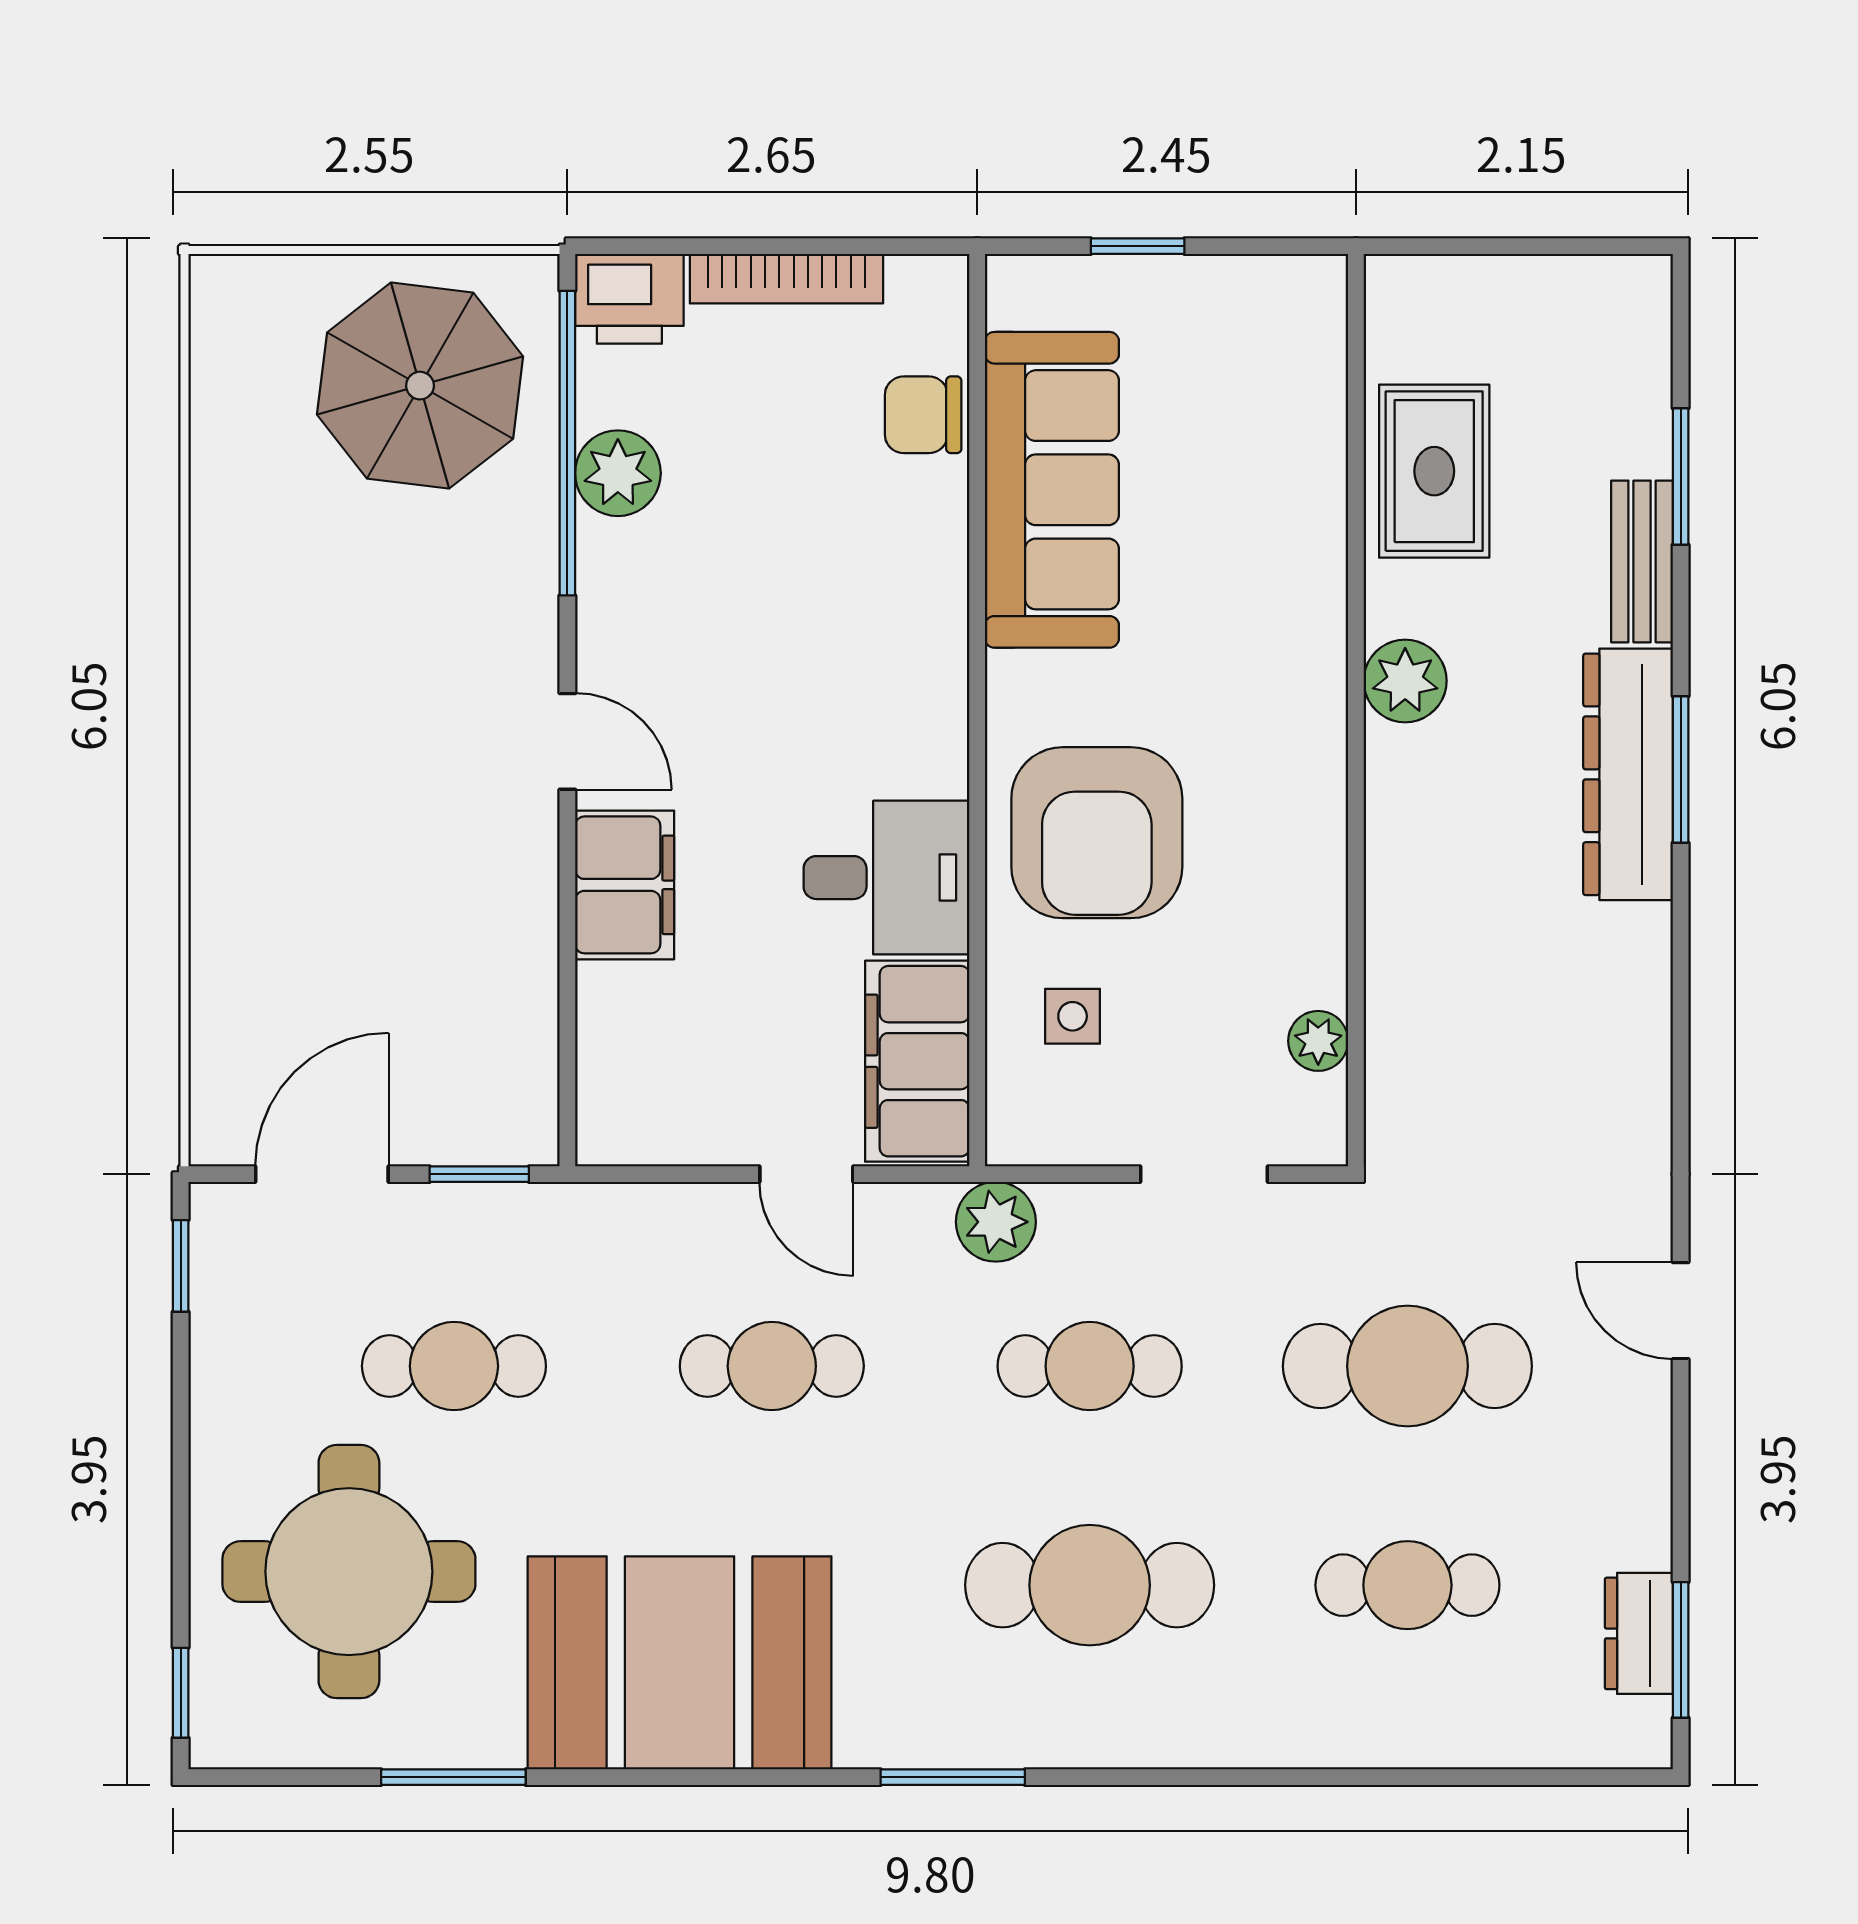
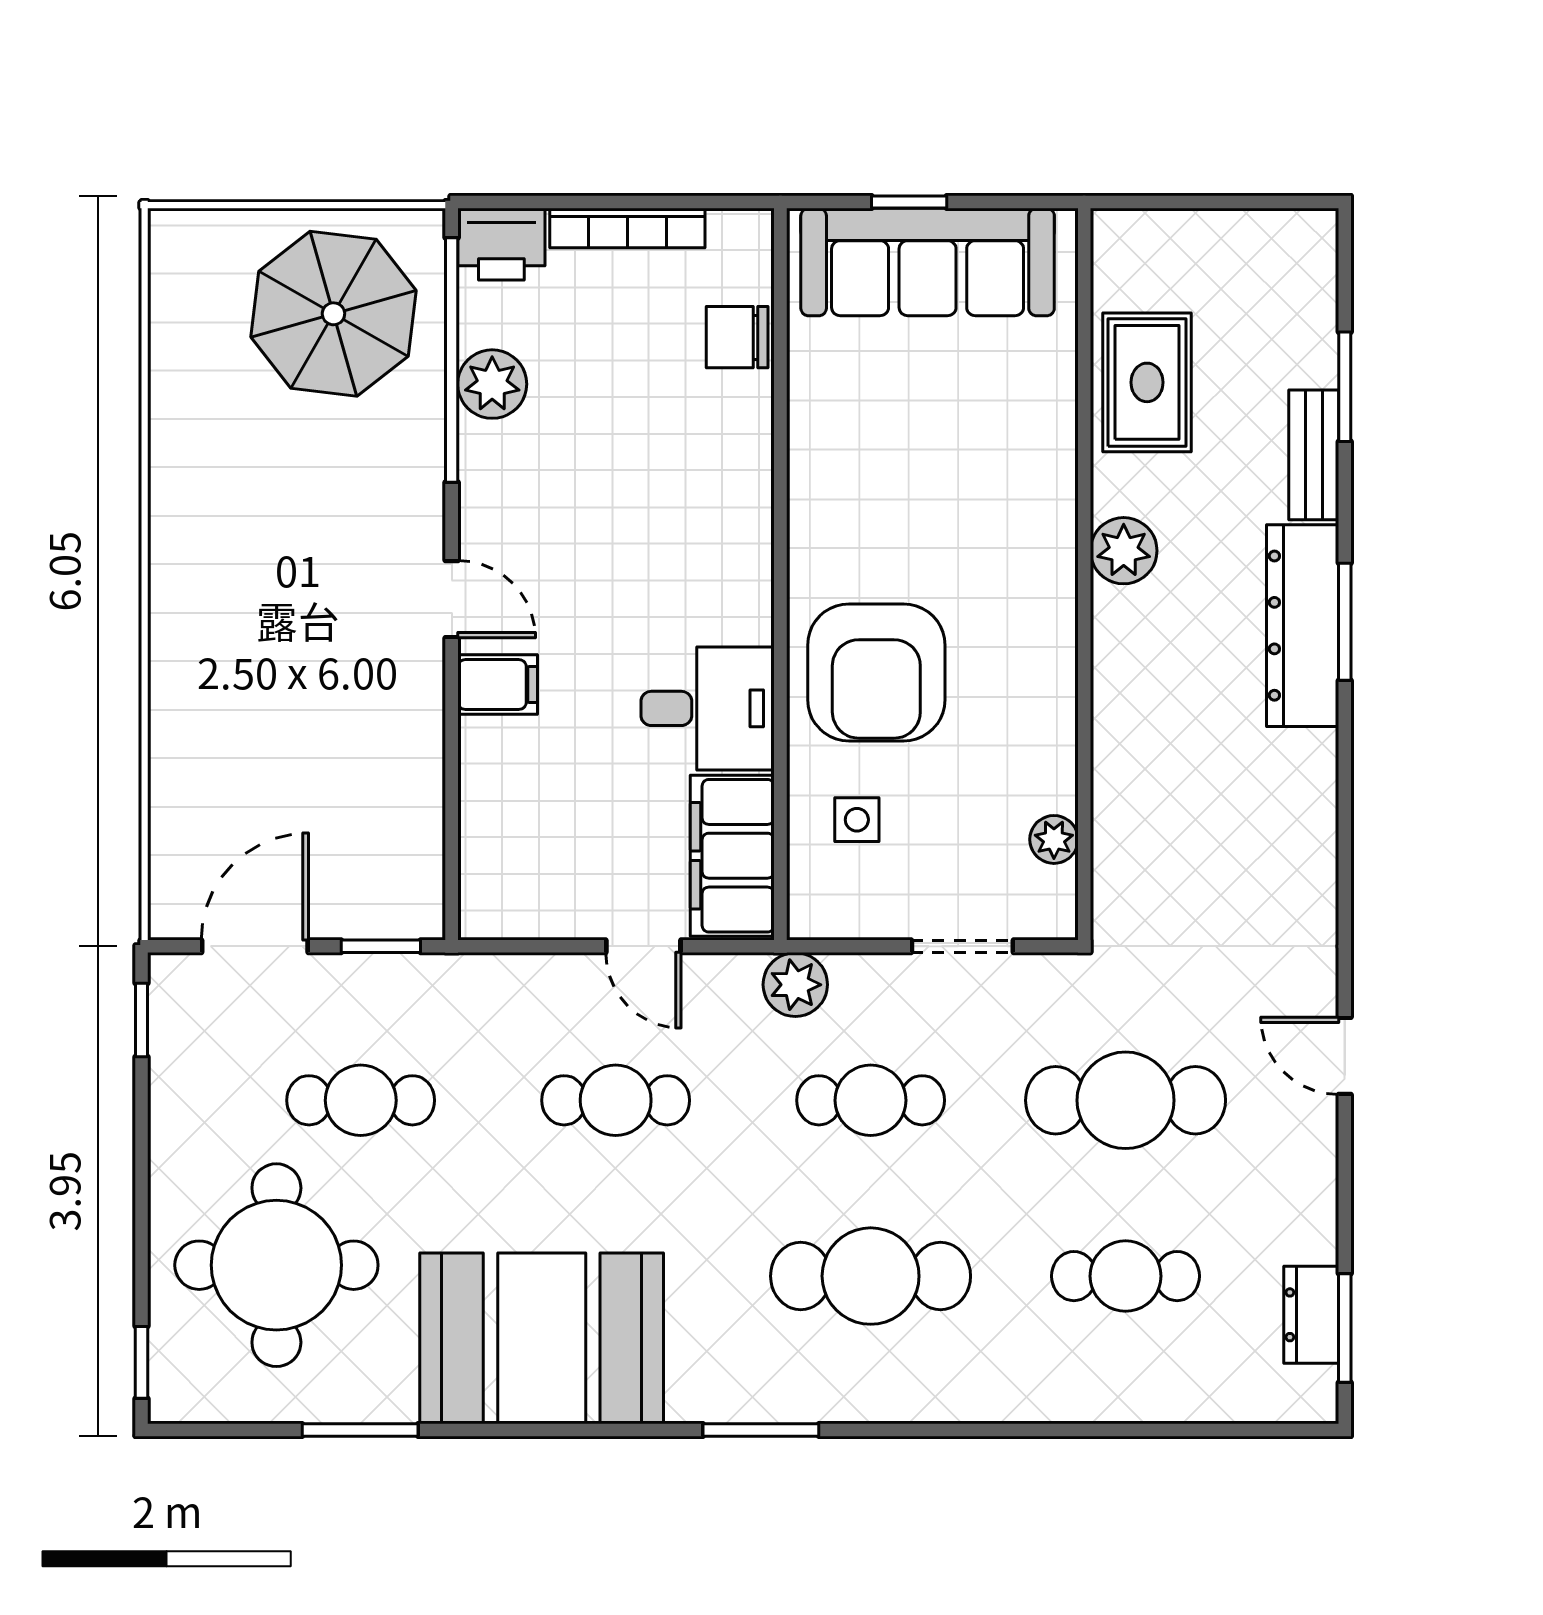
sofa: (1052, 490) -> (928, 262), moved, turned 90
filing cabinet: (625, 885) -> (498, 685), width x0.50

